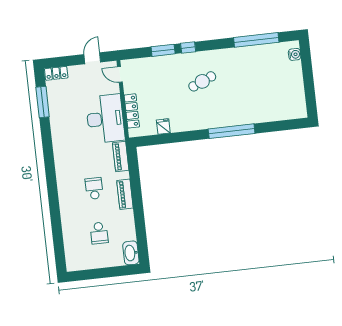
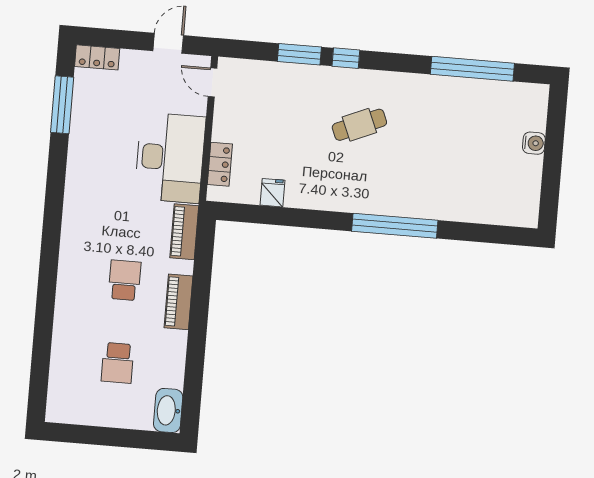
water cooler: (295, 54) -> (534, 143), moved
locker: (132, 111) -> (220, 164), width x0.66

